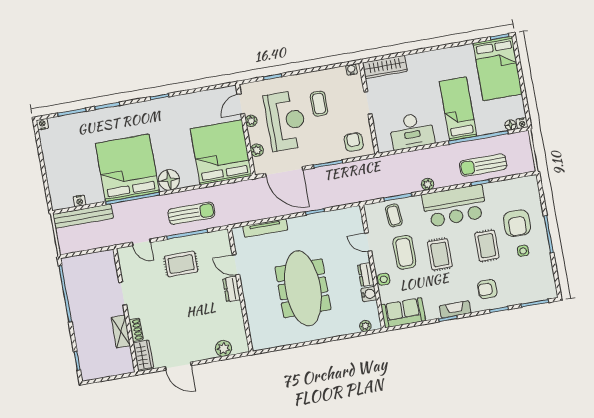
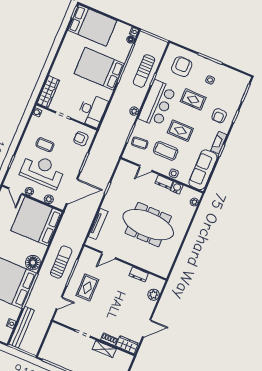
bed: (458, 109) -> (99, 69), width x1.50
desk: (412, 131) -> (92, 110), moved
armchair: (517, 223) -> (182, 67), moved, turned -91
dresser: (232, 289) -> (139, 274), moved
sofa: (403, 313) -> (203, 170), width x1.36

